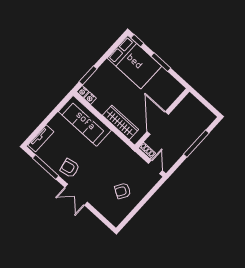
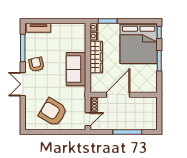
bed: (134, 62) -> (139, 43), width x1.36
sofa: (85, 121) -> (76, 69), moved, width x0.73
wardrobe: (121, 122) -> (96, 57), moved
armchair: (123, 191) -> (53, 112), width x1.88, depth x1.88

